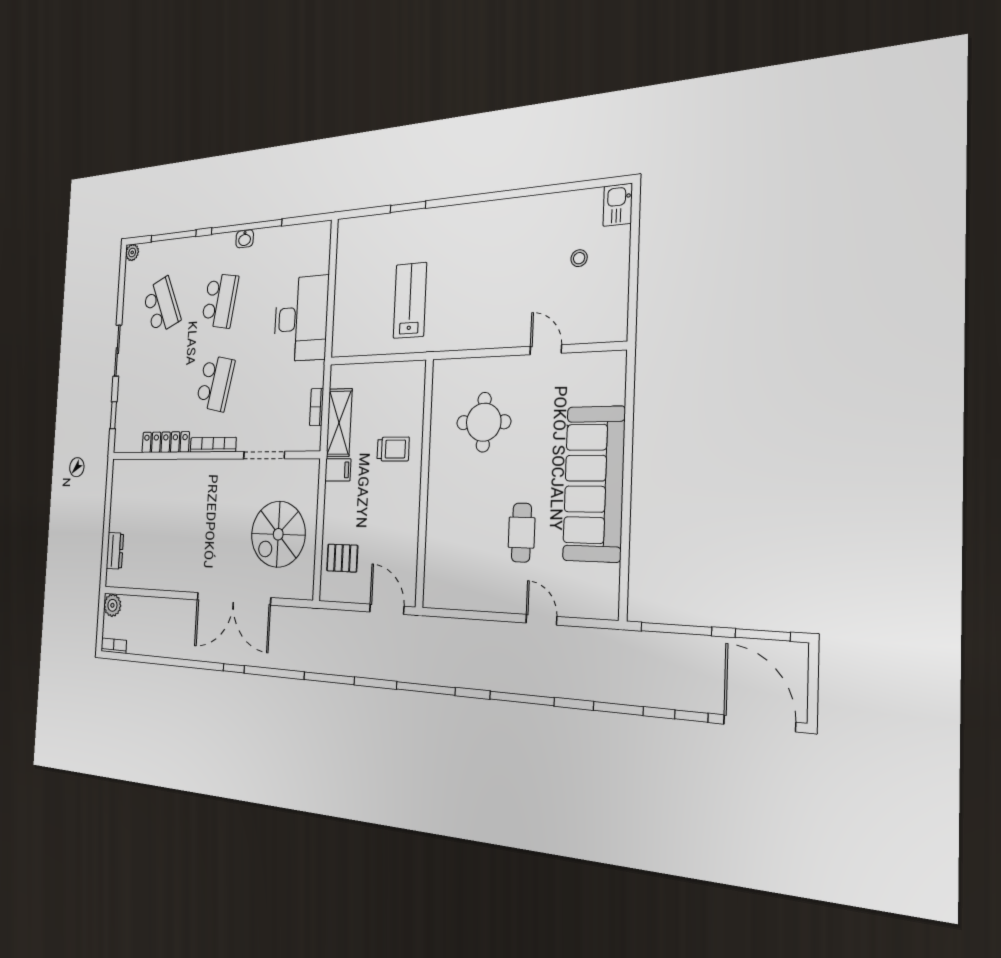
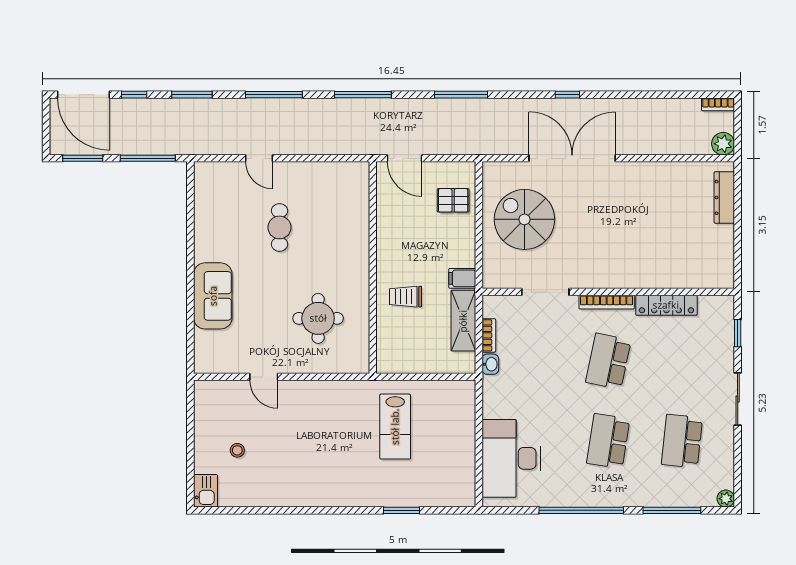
washbasin: (245, 239) -> (490, 364), moved, turned 90
school desk: (162, 306) -> (682, 441), turned 30
desk: (301, 319) -> (511, 458), moved
sofa: (594, 484) -> (213, 296), width x0.54, depth x0.79
spiral stairs: (278, 534) -> (524, 219), turned -90
dresser: (115, 551) -> (724, 197), width x1.44

